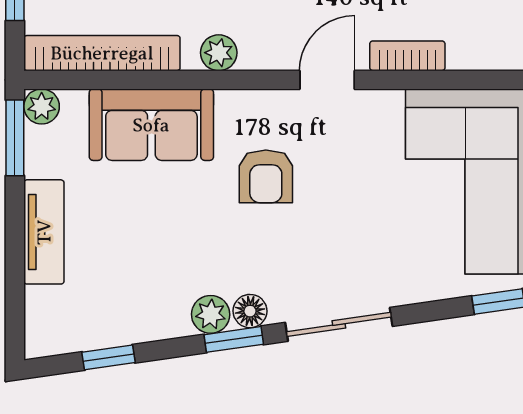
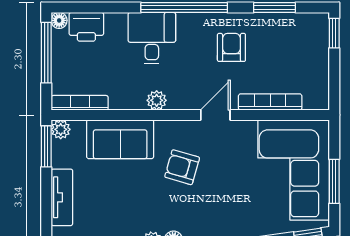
bookcase: (102, 53) -> (80, 103), width x0.68, depth x0.76
bookcase: (407, 56) -> (270, 102), width x1.56
armchair: (266, 176) -> (182, 167), turned 106

